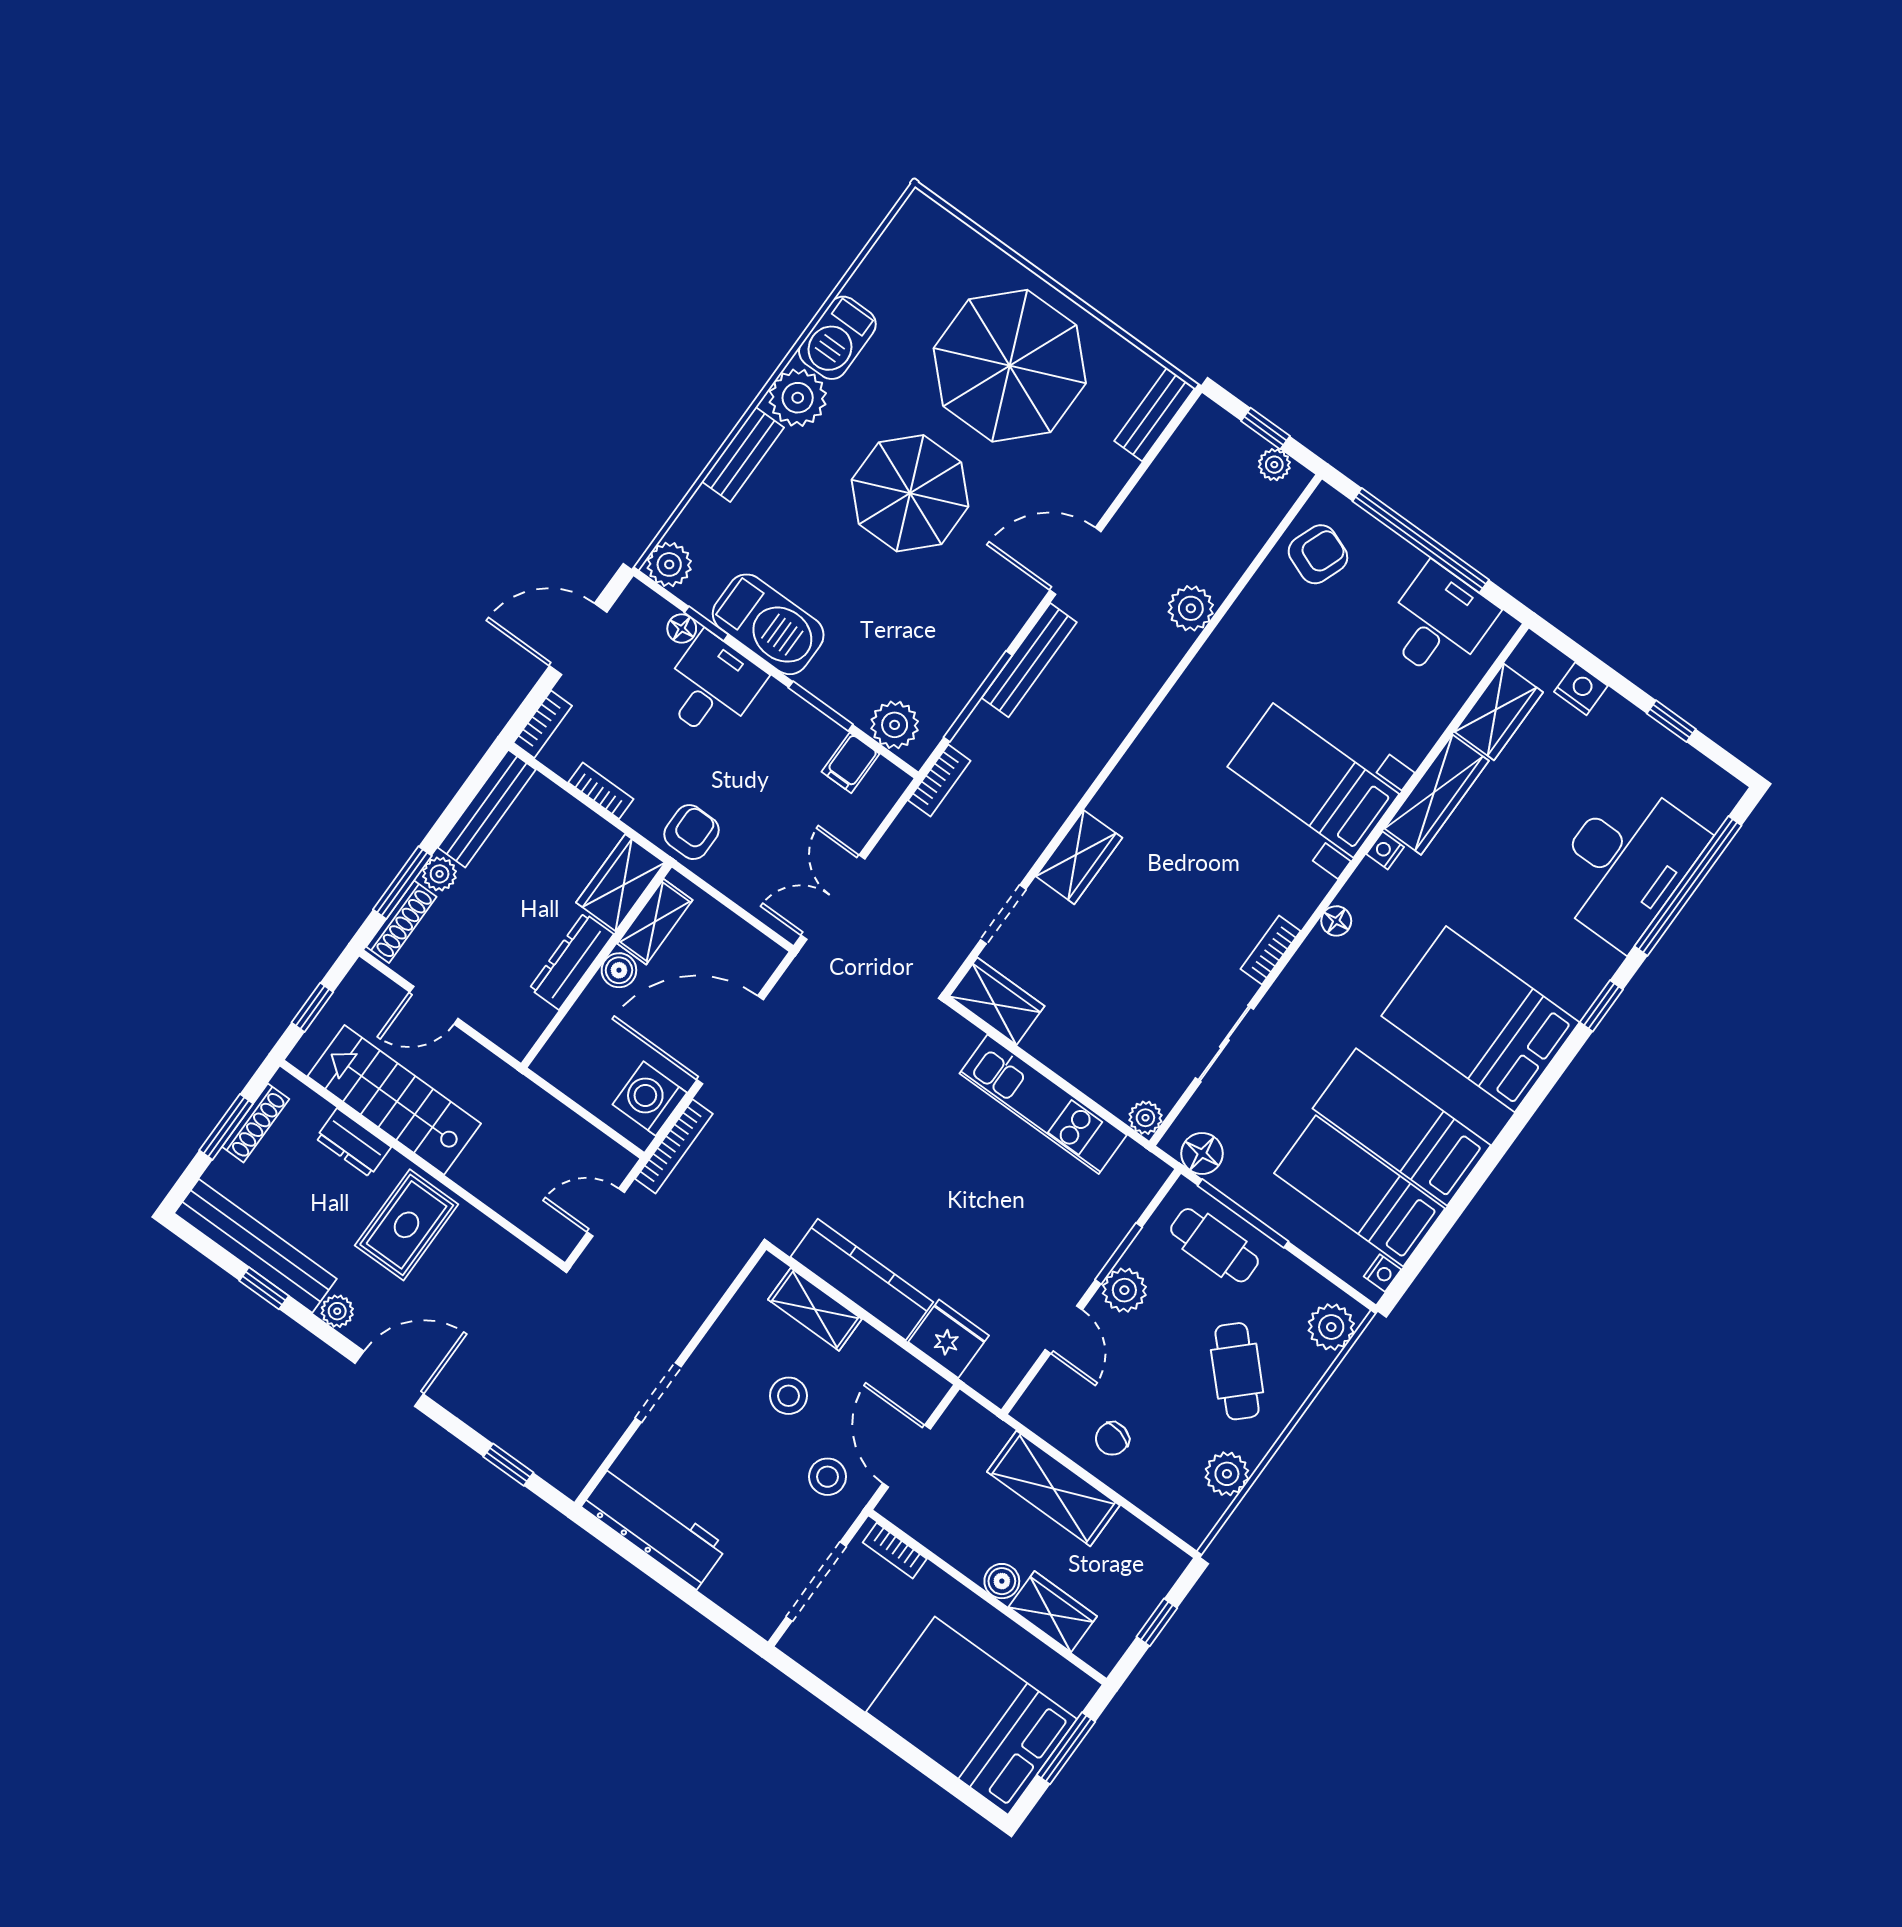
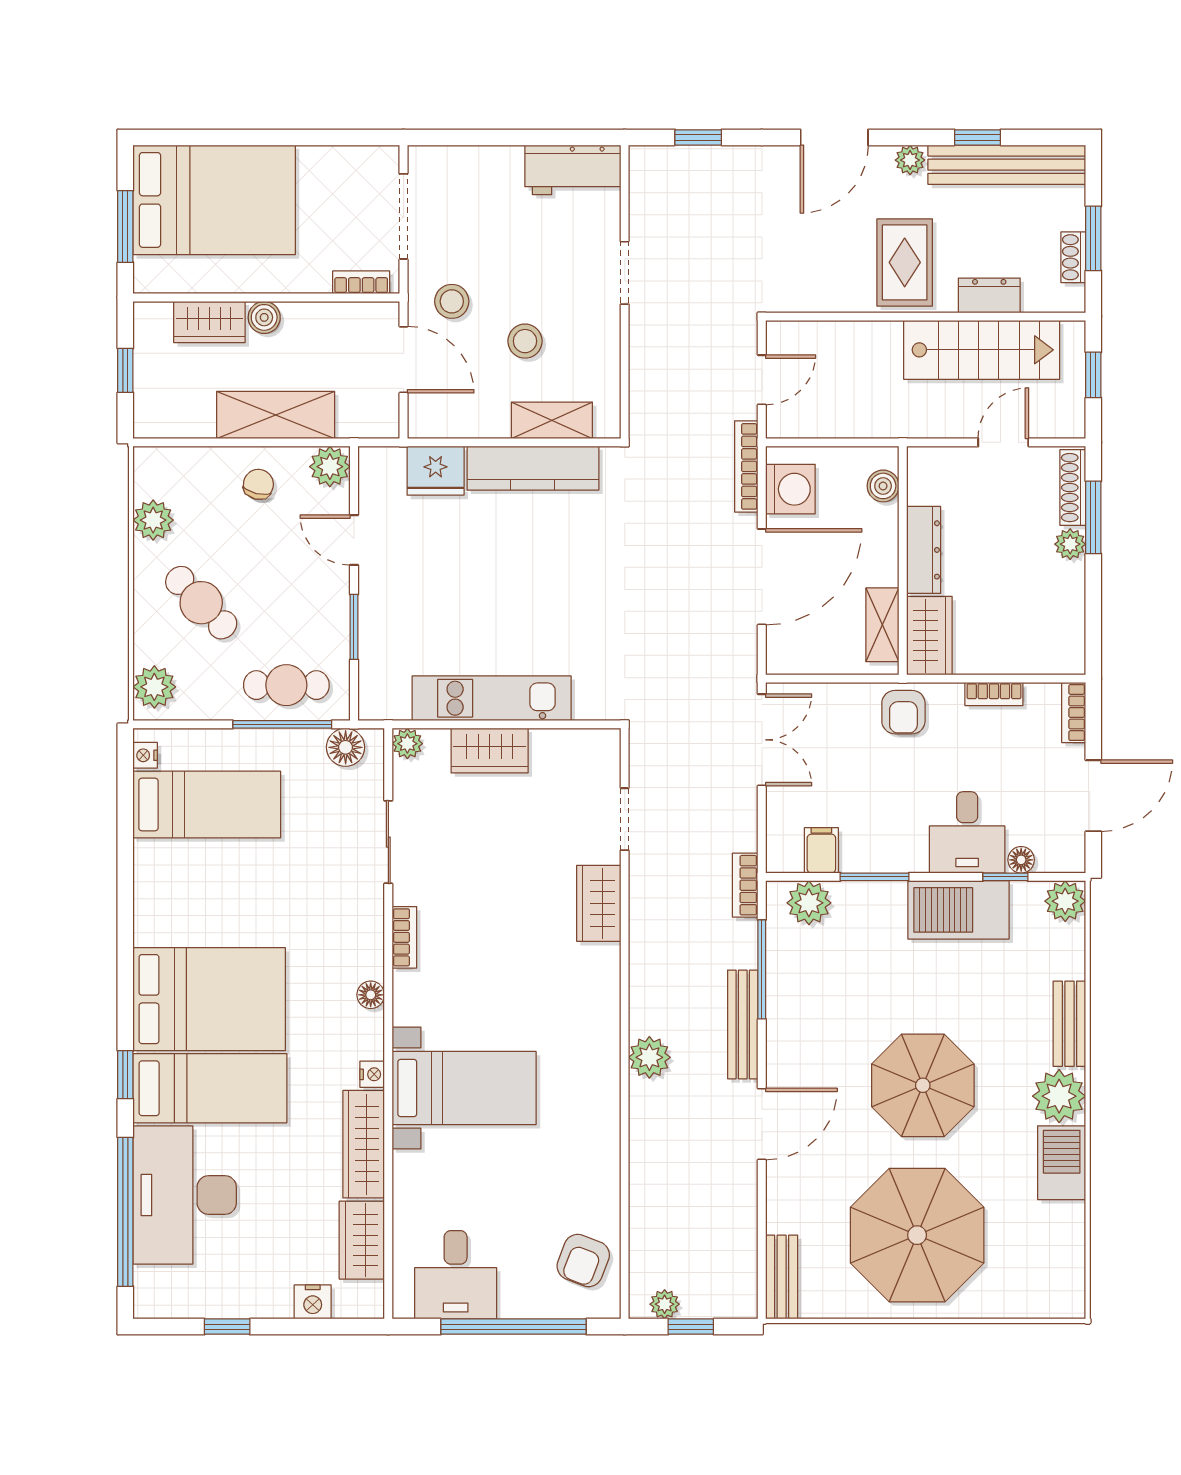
plant: (1191, 608) -> (649, 1057), moved
bench: (487, 809) -> (1070, 619), removed
boiler: (619, 970) -> (883, 486), moved
wardrobe: (997, 1001) -> (490, 751), moved
shoe rack: (256, 1123) -> (1073, 257), width x0.70
bed: (1402, 1127) -> (210, 1088), moved
plant: (1124, 1290) -> (330, 467), moved
workbench: (654, 1527) -> (573, 170), width x0.73

